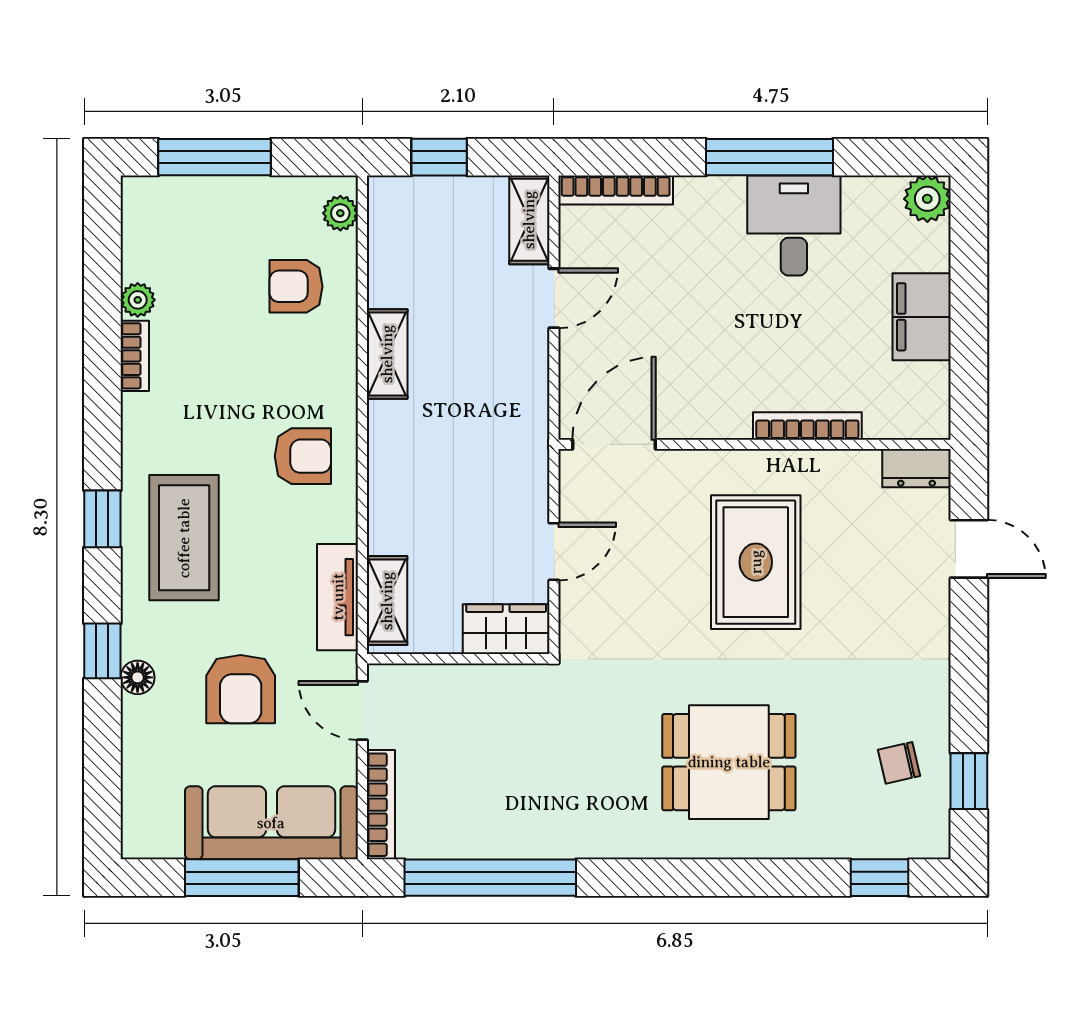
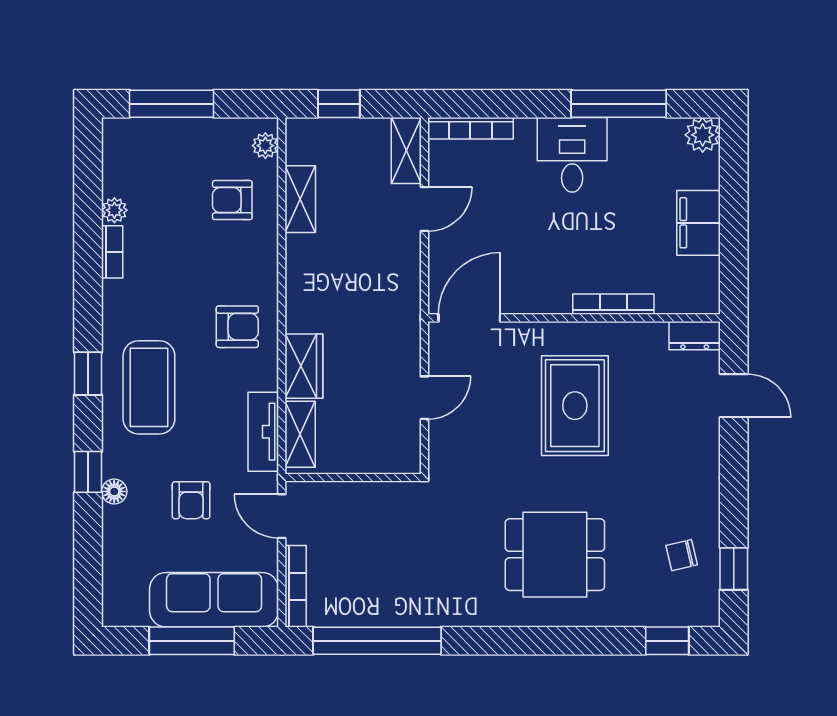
window: (769, 157) -> (619, 104), moved
desk: (794, 226) -> (572, 155), moved
shelving: (387, 354) -> (300, 199), moved
wardrobe: (506, 629) -> (304, 366), moved, turned 90
armchair: (241, 689) -> (191, 500), width x0.72, depth x0.72

